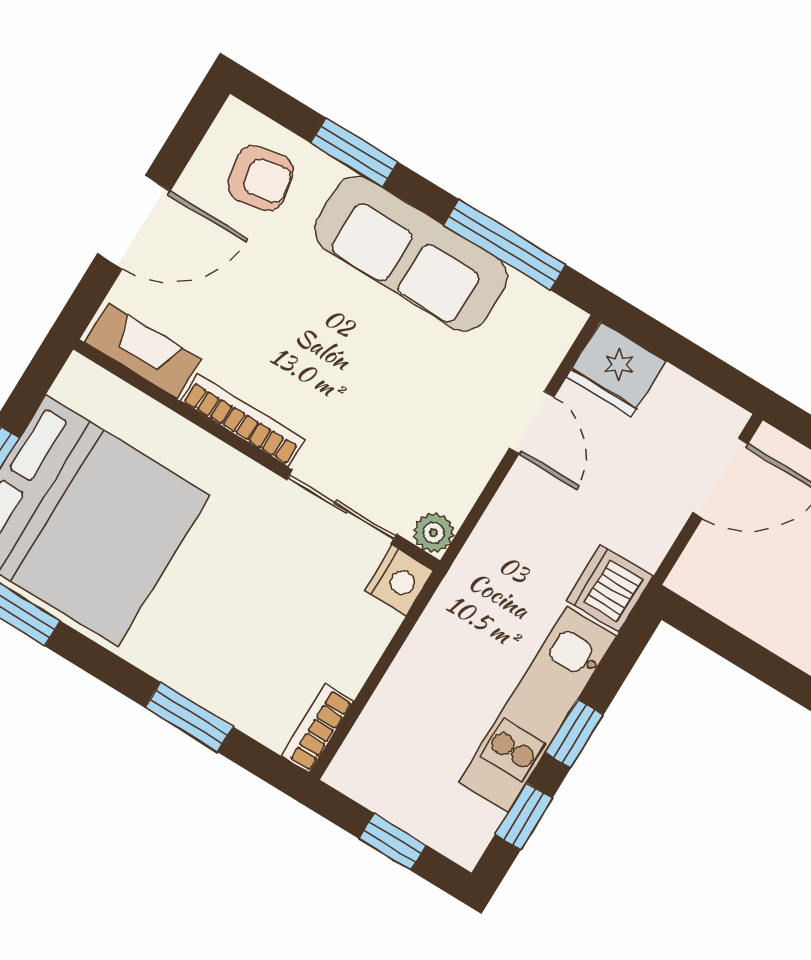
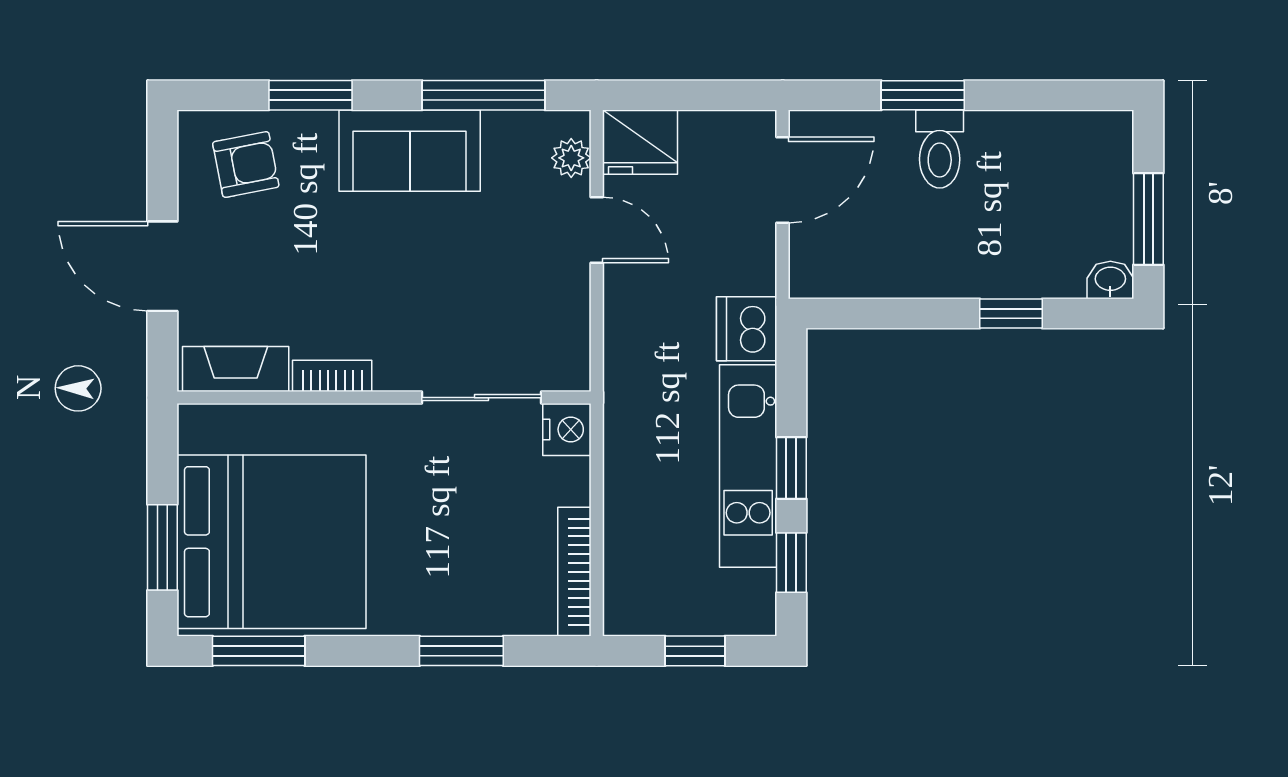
door: (134, 222) -> (162, 266), swing flipped
sofa: (411, 254) -> (410, 151), width x0.73
bookcase: (243, 420) -> (332, 376), width x0.64
plant: (434, 533) -> (571, 158), moved
bookcase: (317, 729) -> (574, 572), width x1.56

